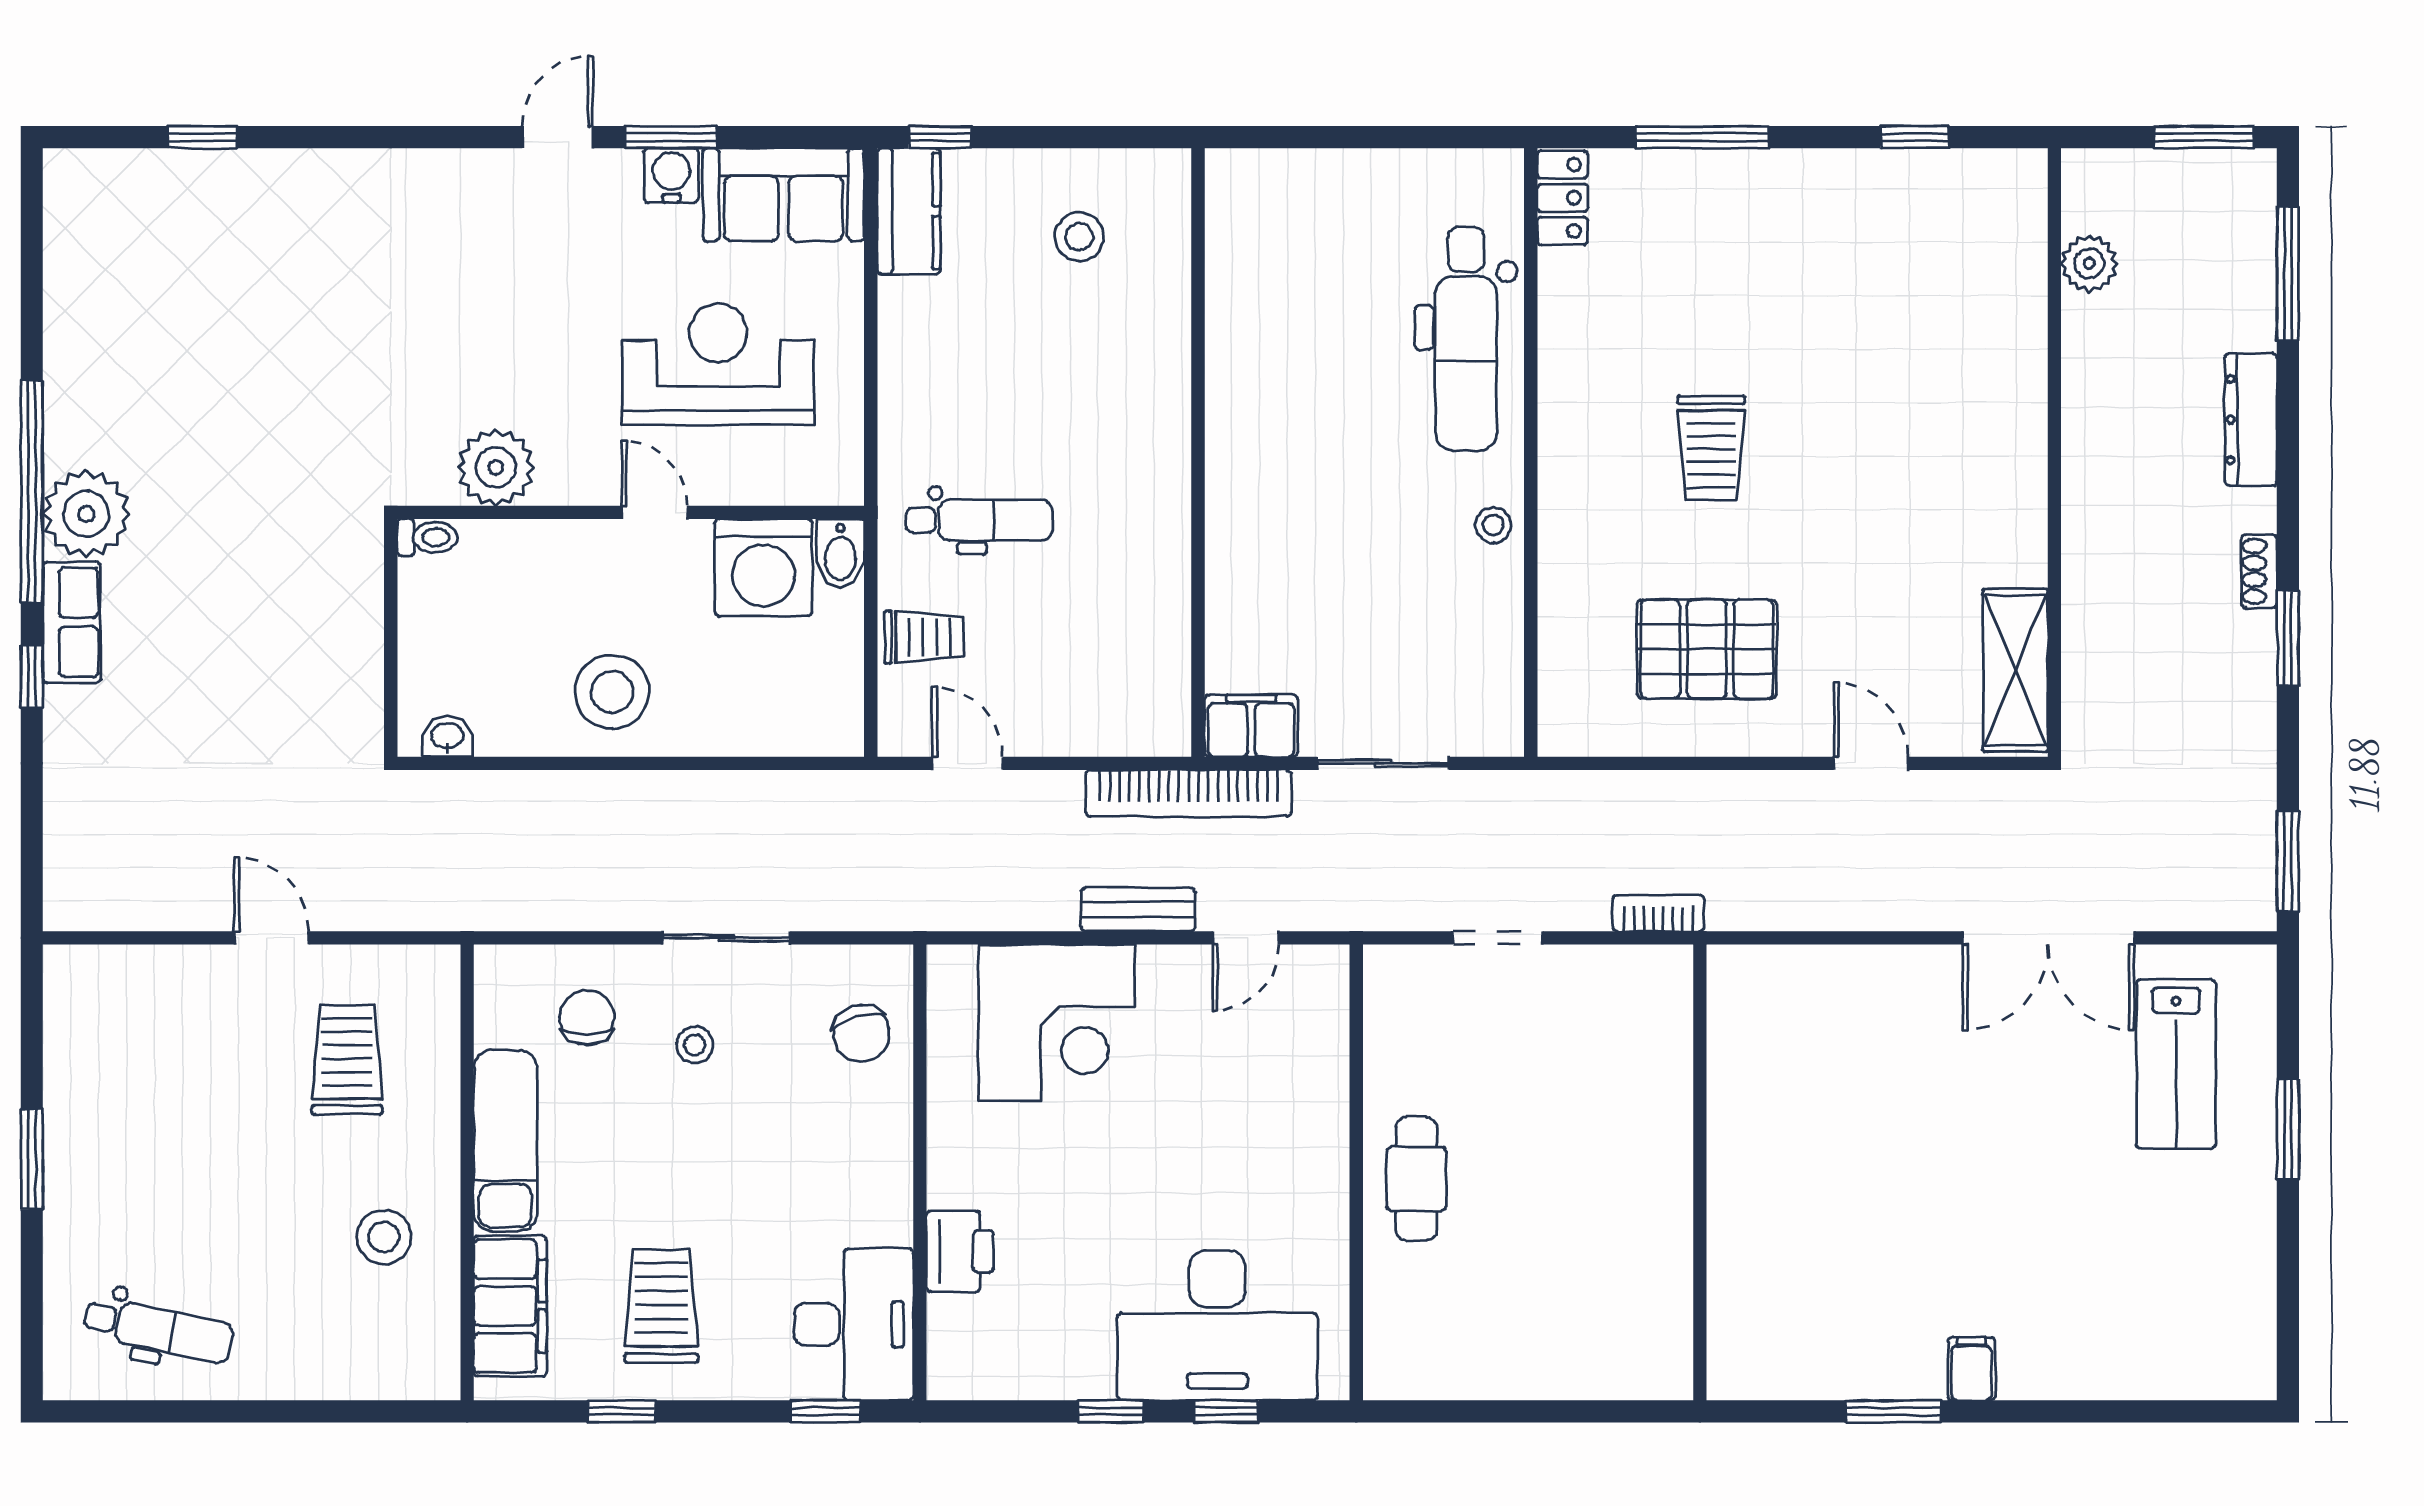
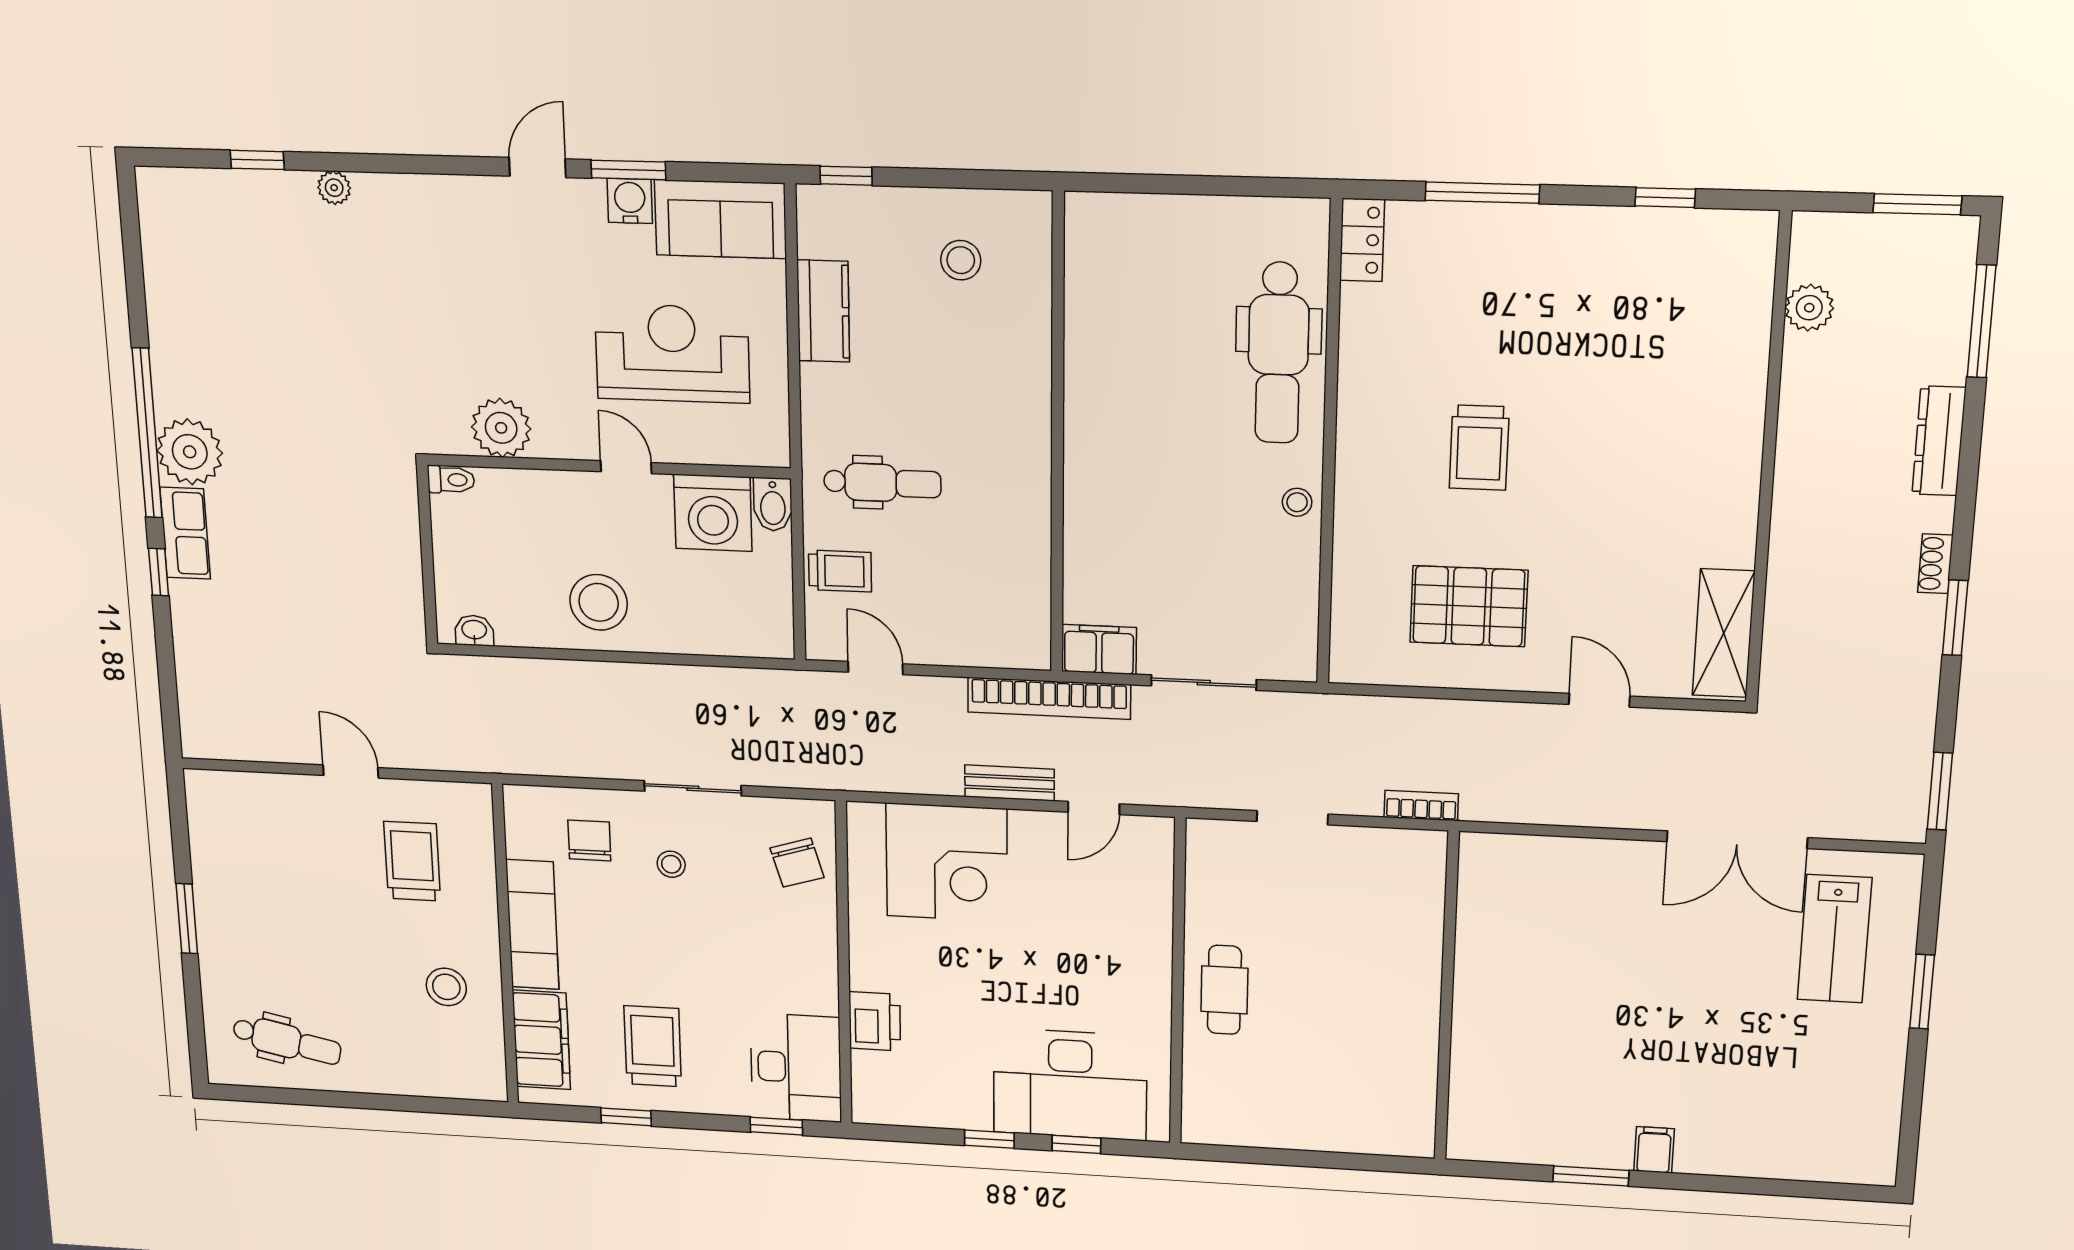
plant: (298, 169) -> (334, 188), added
kitchen counter: (909, 211) -> (823, 311), moved

